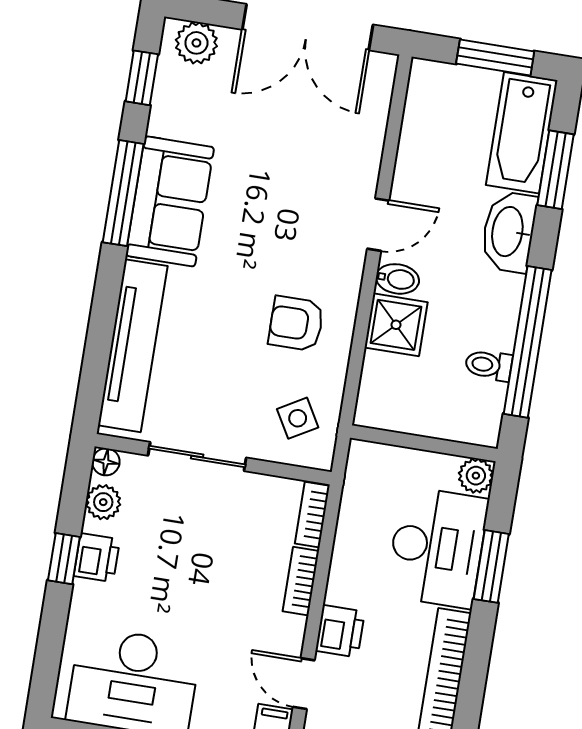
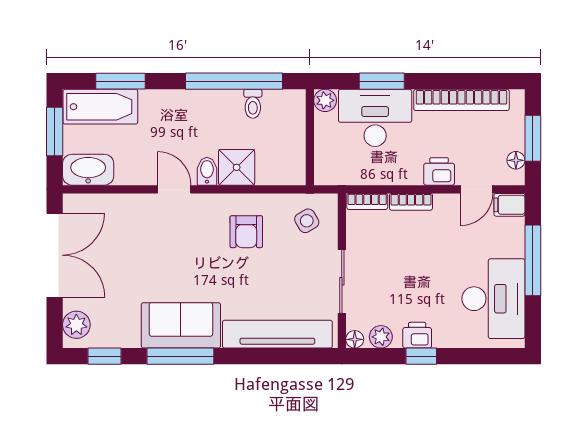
washbasin: (509, 232) -> (88, 170), moved, turned 180

